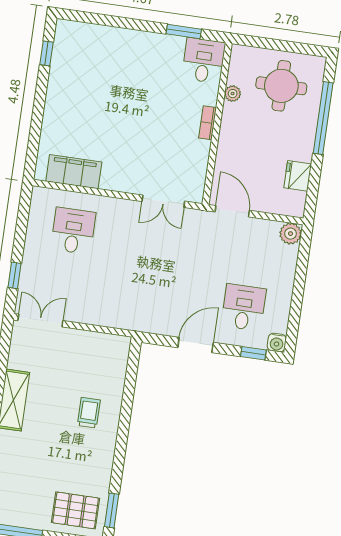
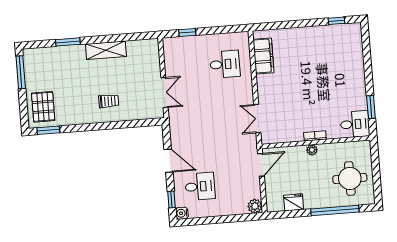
plant: (233, 94) -> (312, 150), moved
double door: (40, 321) -> (164, 93), moved

